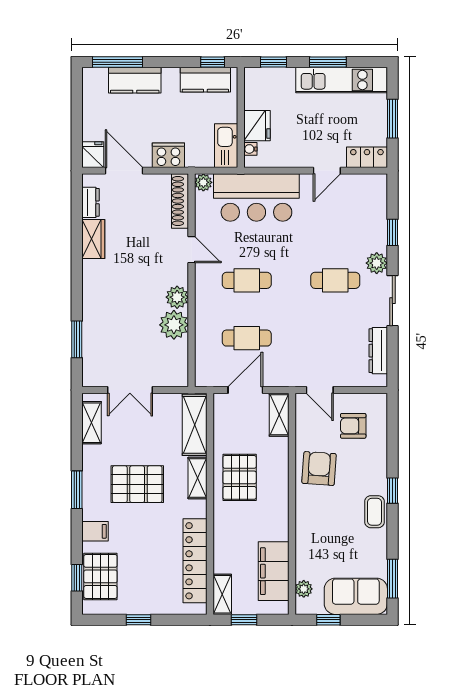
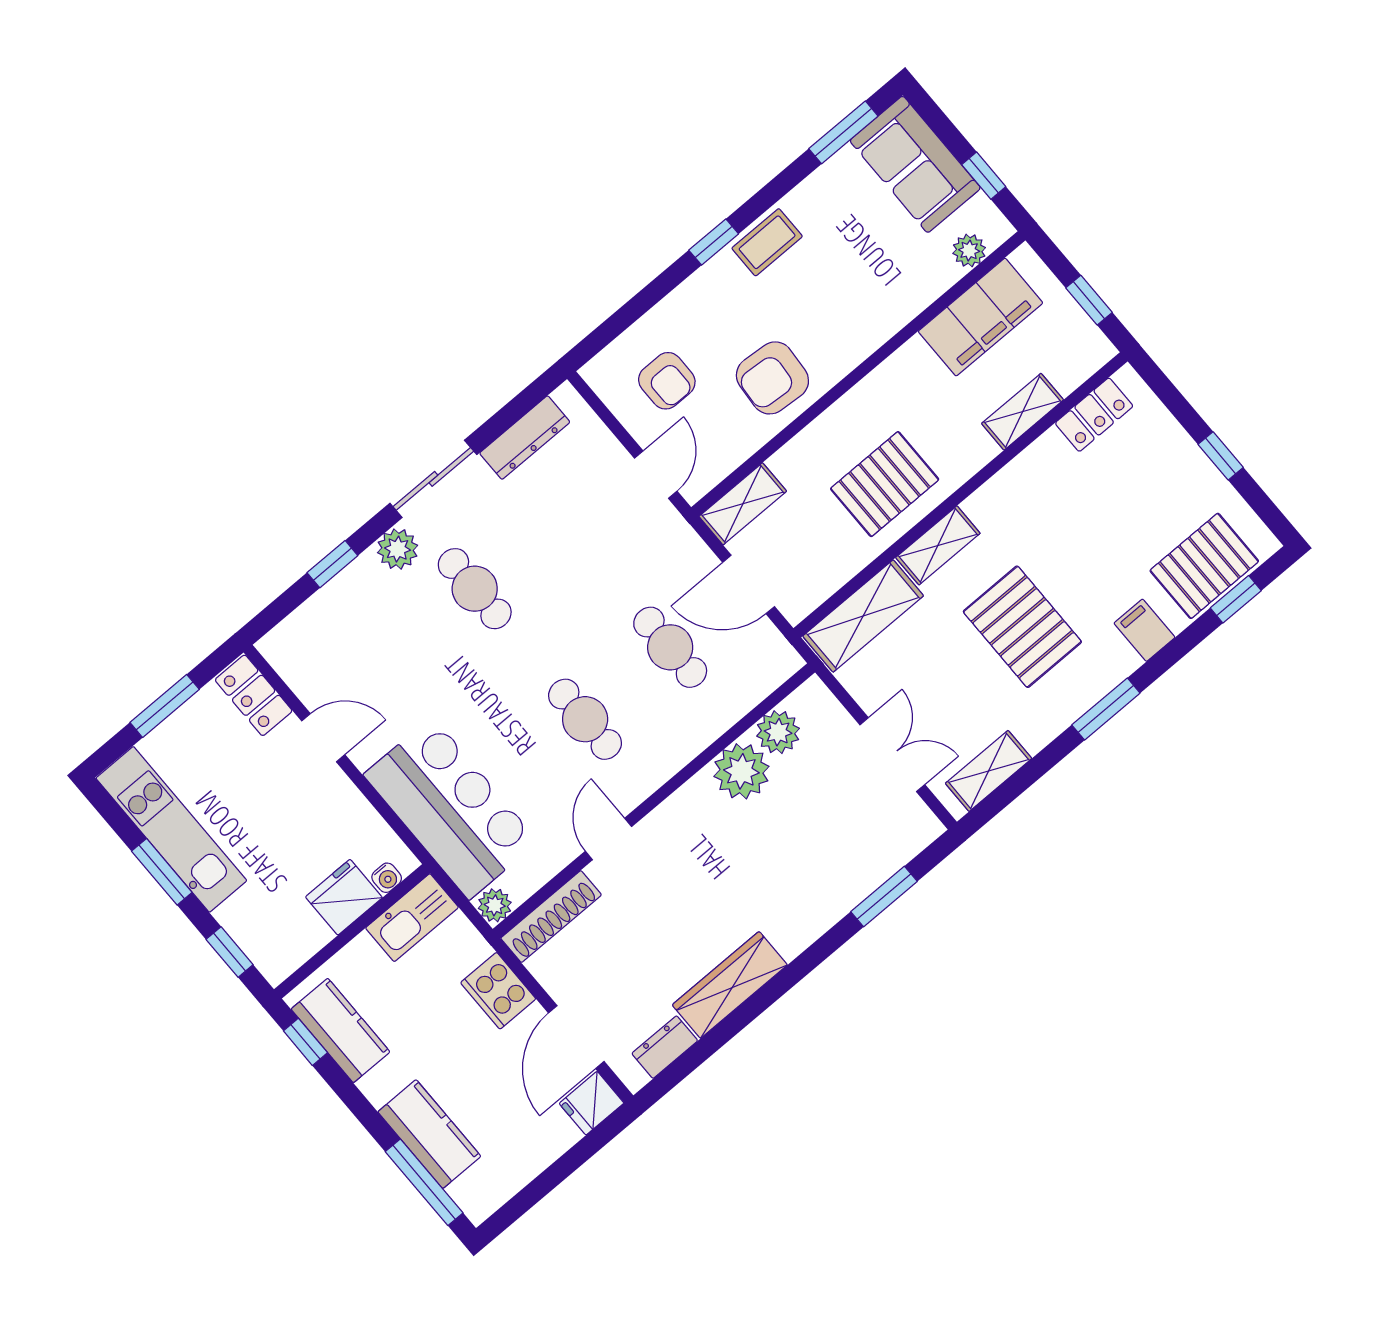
wardrobe: (93, 239) -> (730, 985), width x1.50
plant: (177, 297) -> (778, 732), moved
locker: (195, 561) -> (1094, 415), width x0.46, depth x0.83
shelving: (222, 594) -> (1023, 412), moved

